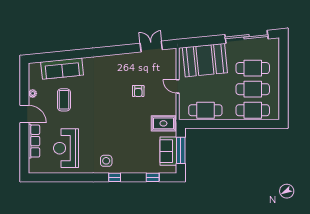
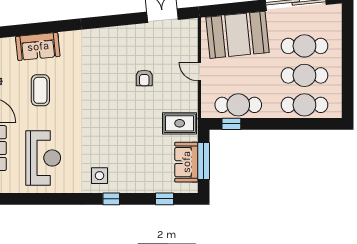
sofa: (62, 68) -> (38, 46), width x0.73
window: (201, 124) -> (231, 124), added
reception desk: (66, 148) -> (43, 158), turned 180

